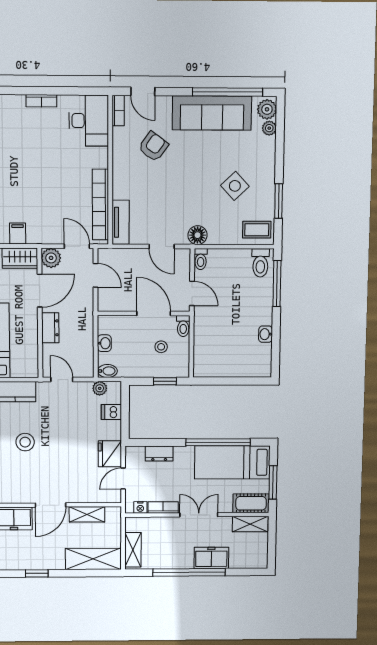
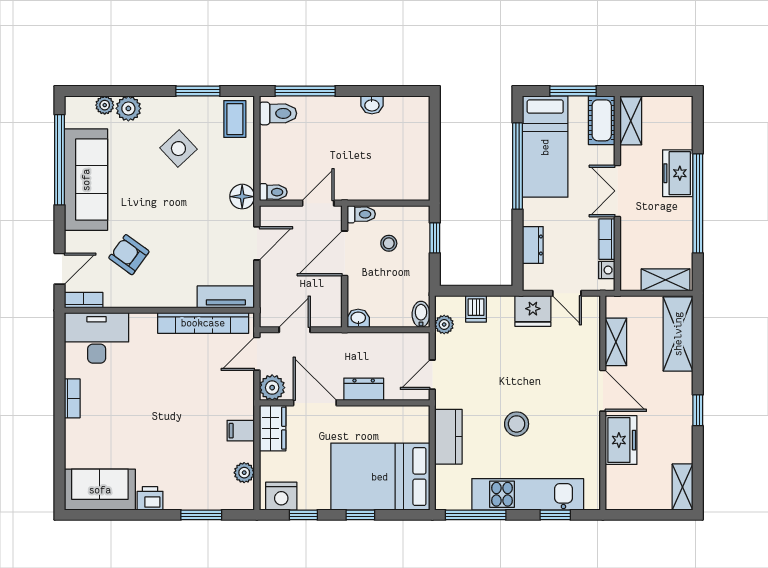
plant: (267, 109) -> (128, 108), moved
washbasin: (104, 343) -> (358, 318), moved

